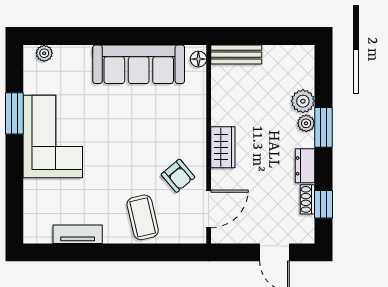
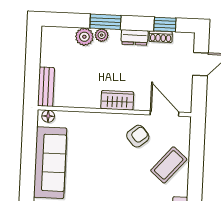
coffee table: (143, 217) -> (169, 165), turned -36

